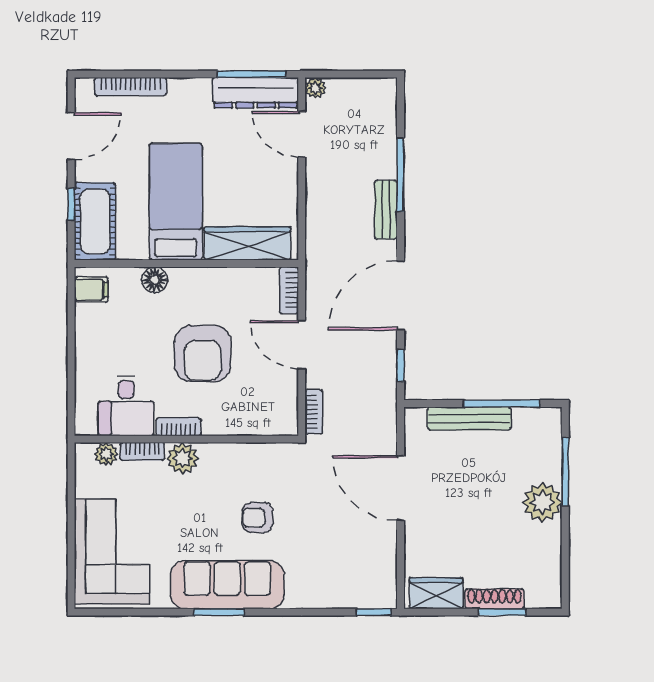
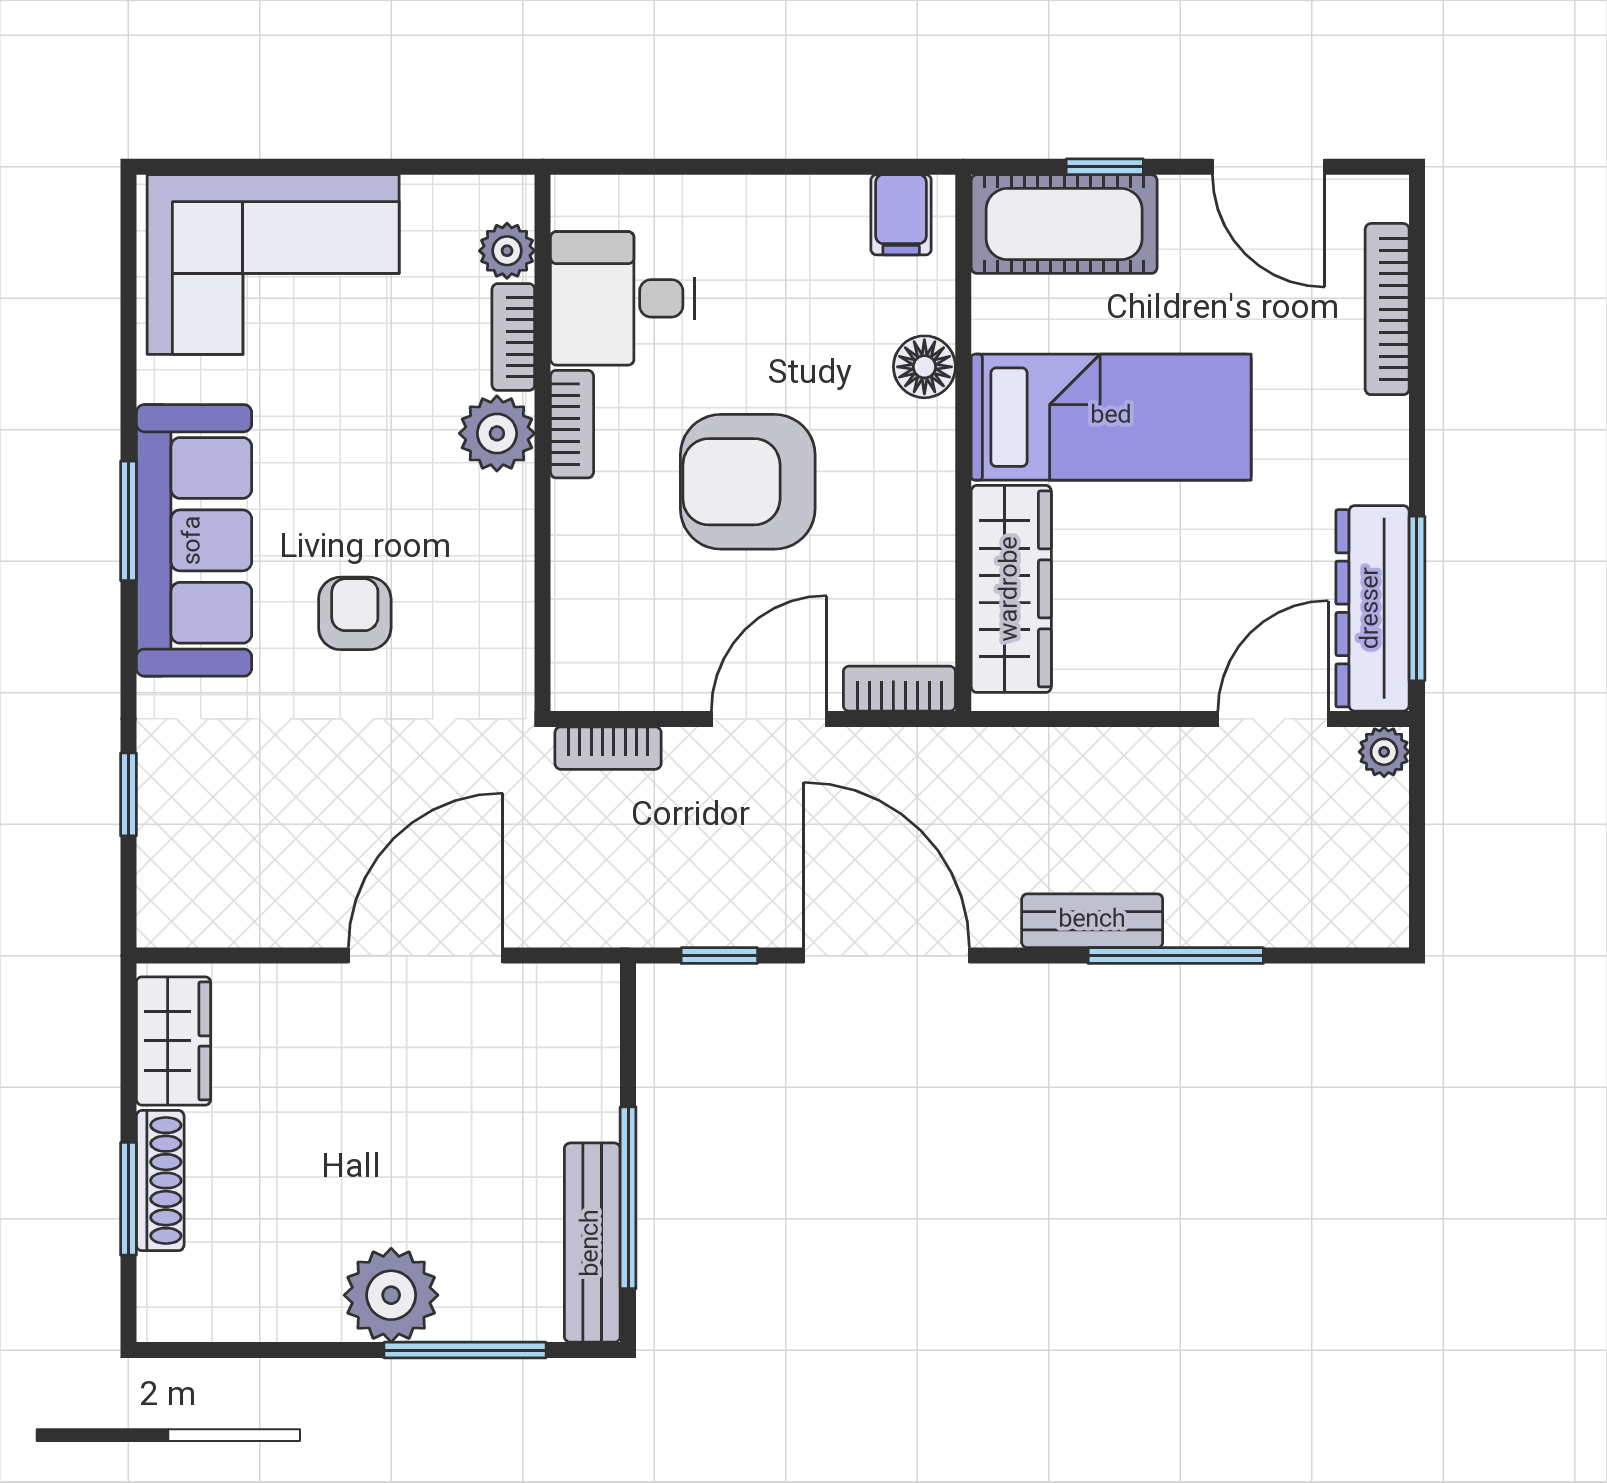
bench: (469, 418) -> (592, 1243), moved
window: (374, 612) -> (128, 794), moved

